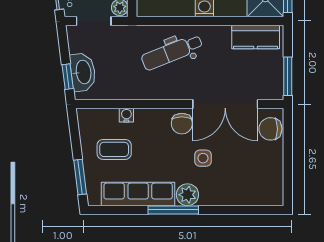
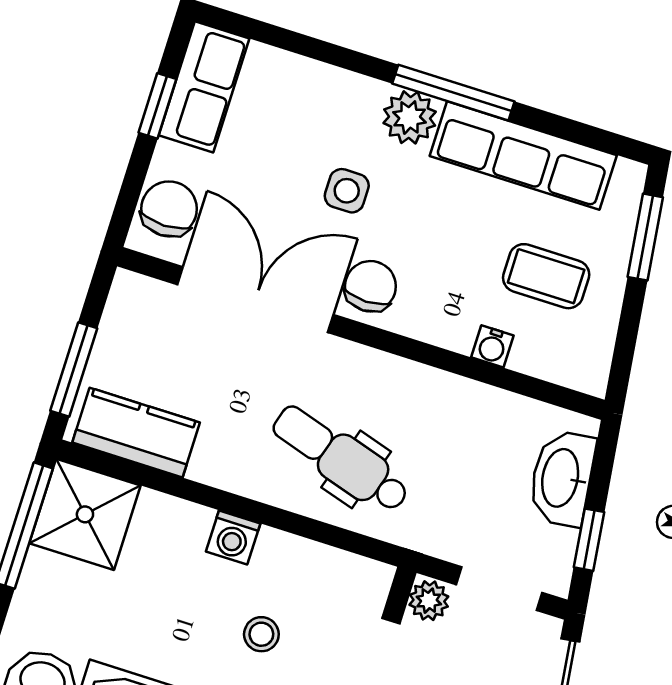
dental chair: (172, 52) -> (341, 459), turned -141
window: (288, 76) -> (74, 369), moved
window: (68, 77) -> (589, 540), moved
chair: (270, 129) -> (169, 209), turned -90
window: (288, 168) -> (157, 106), added
row of seats: (272, 181) -> (204, 87), added

